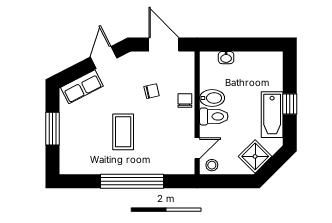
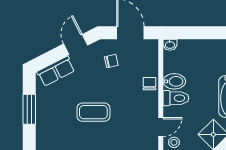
washbasin: (226, 58) -> (170, 45), moved
chair: (152, 91) -> (111, 61), moved
coffee table: (123, 132) -> (93, 112), turned 90

